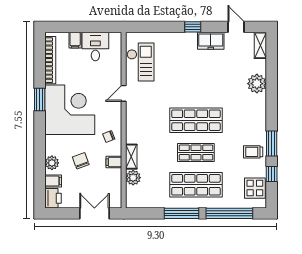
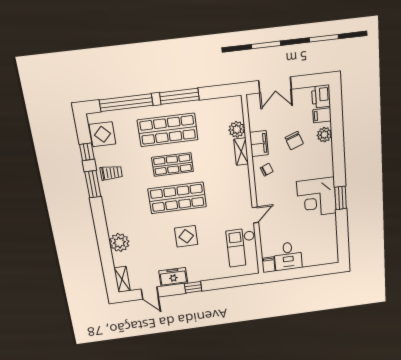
filing cabinet: (75, 40) -> (268, 265), moved
bookcase: (50, 60) -> (332, 237), removed
display table: (193, 81) -> (186, 236), added
corner desk: (70, 110) -> (317, 197), width x0.74, depth x0.74
filing cabinet: (114, 162) -> (259, 144), width x2.00

